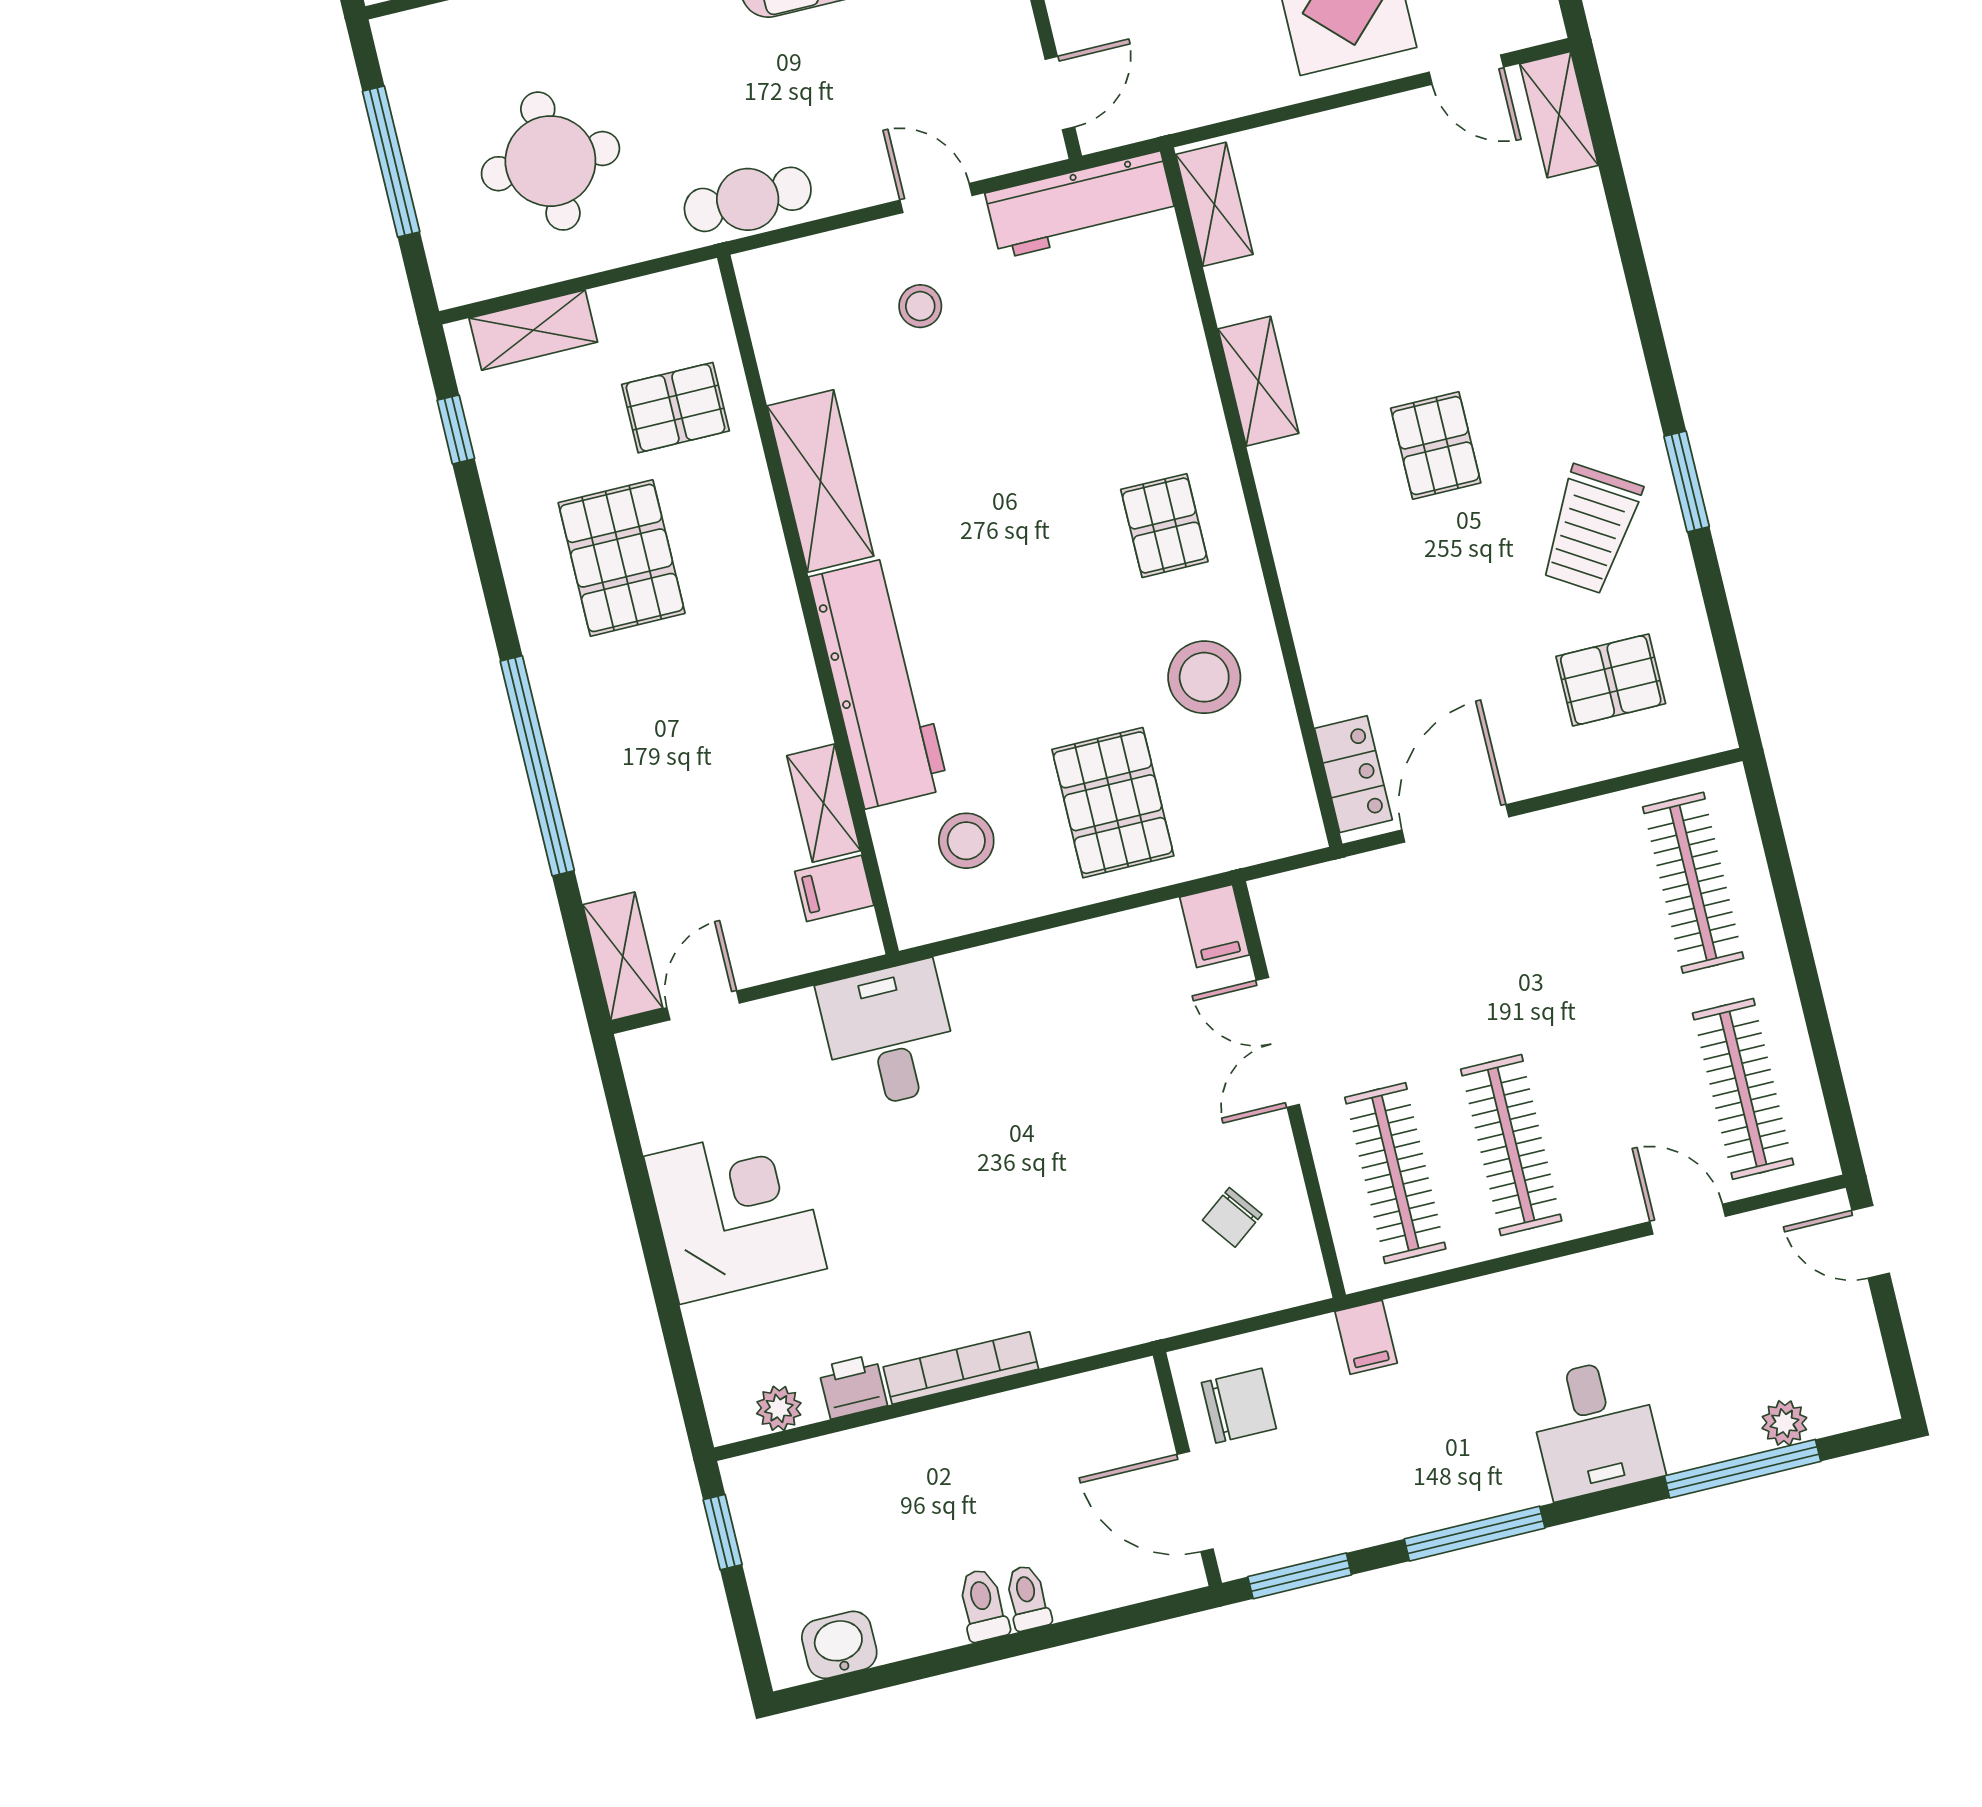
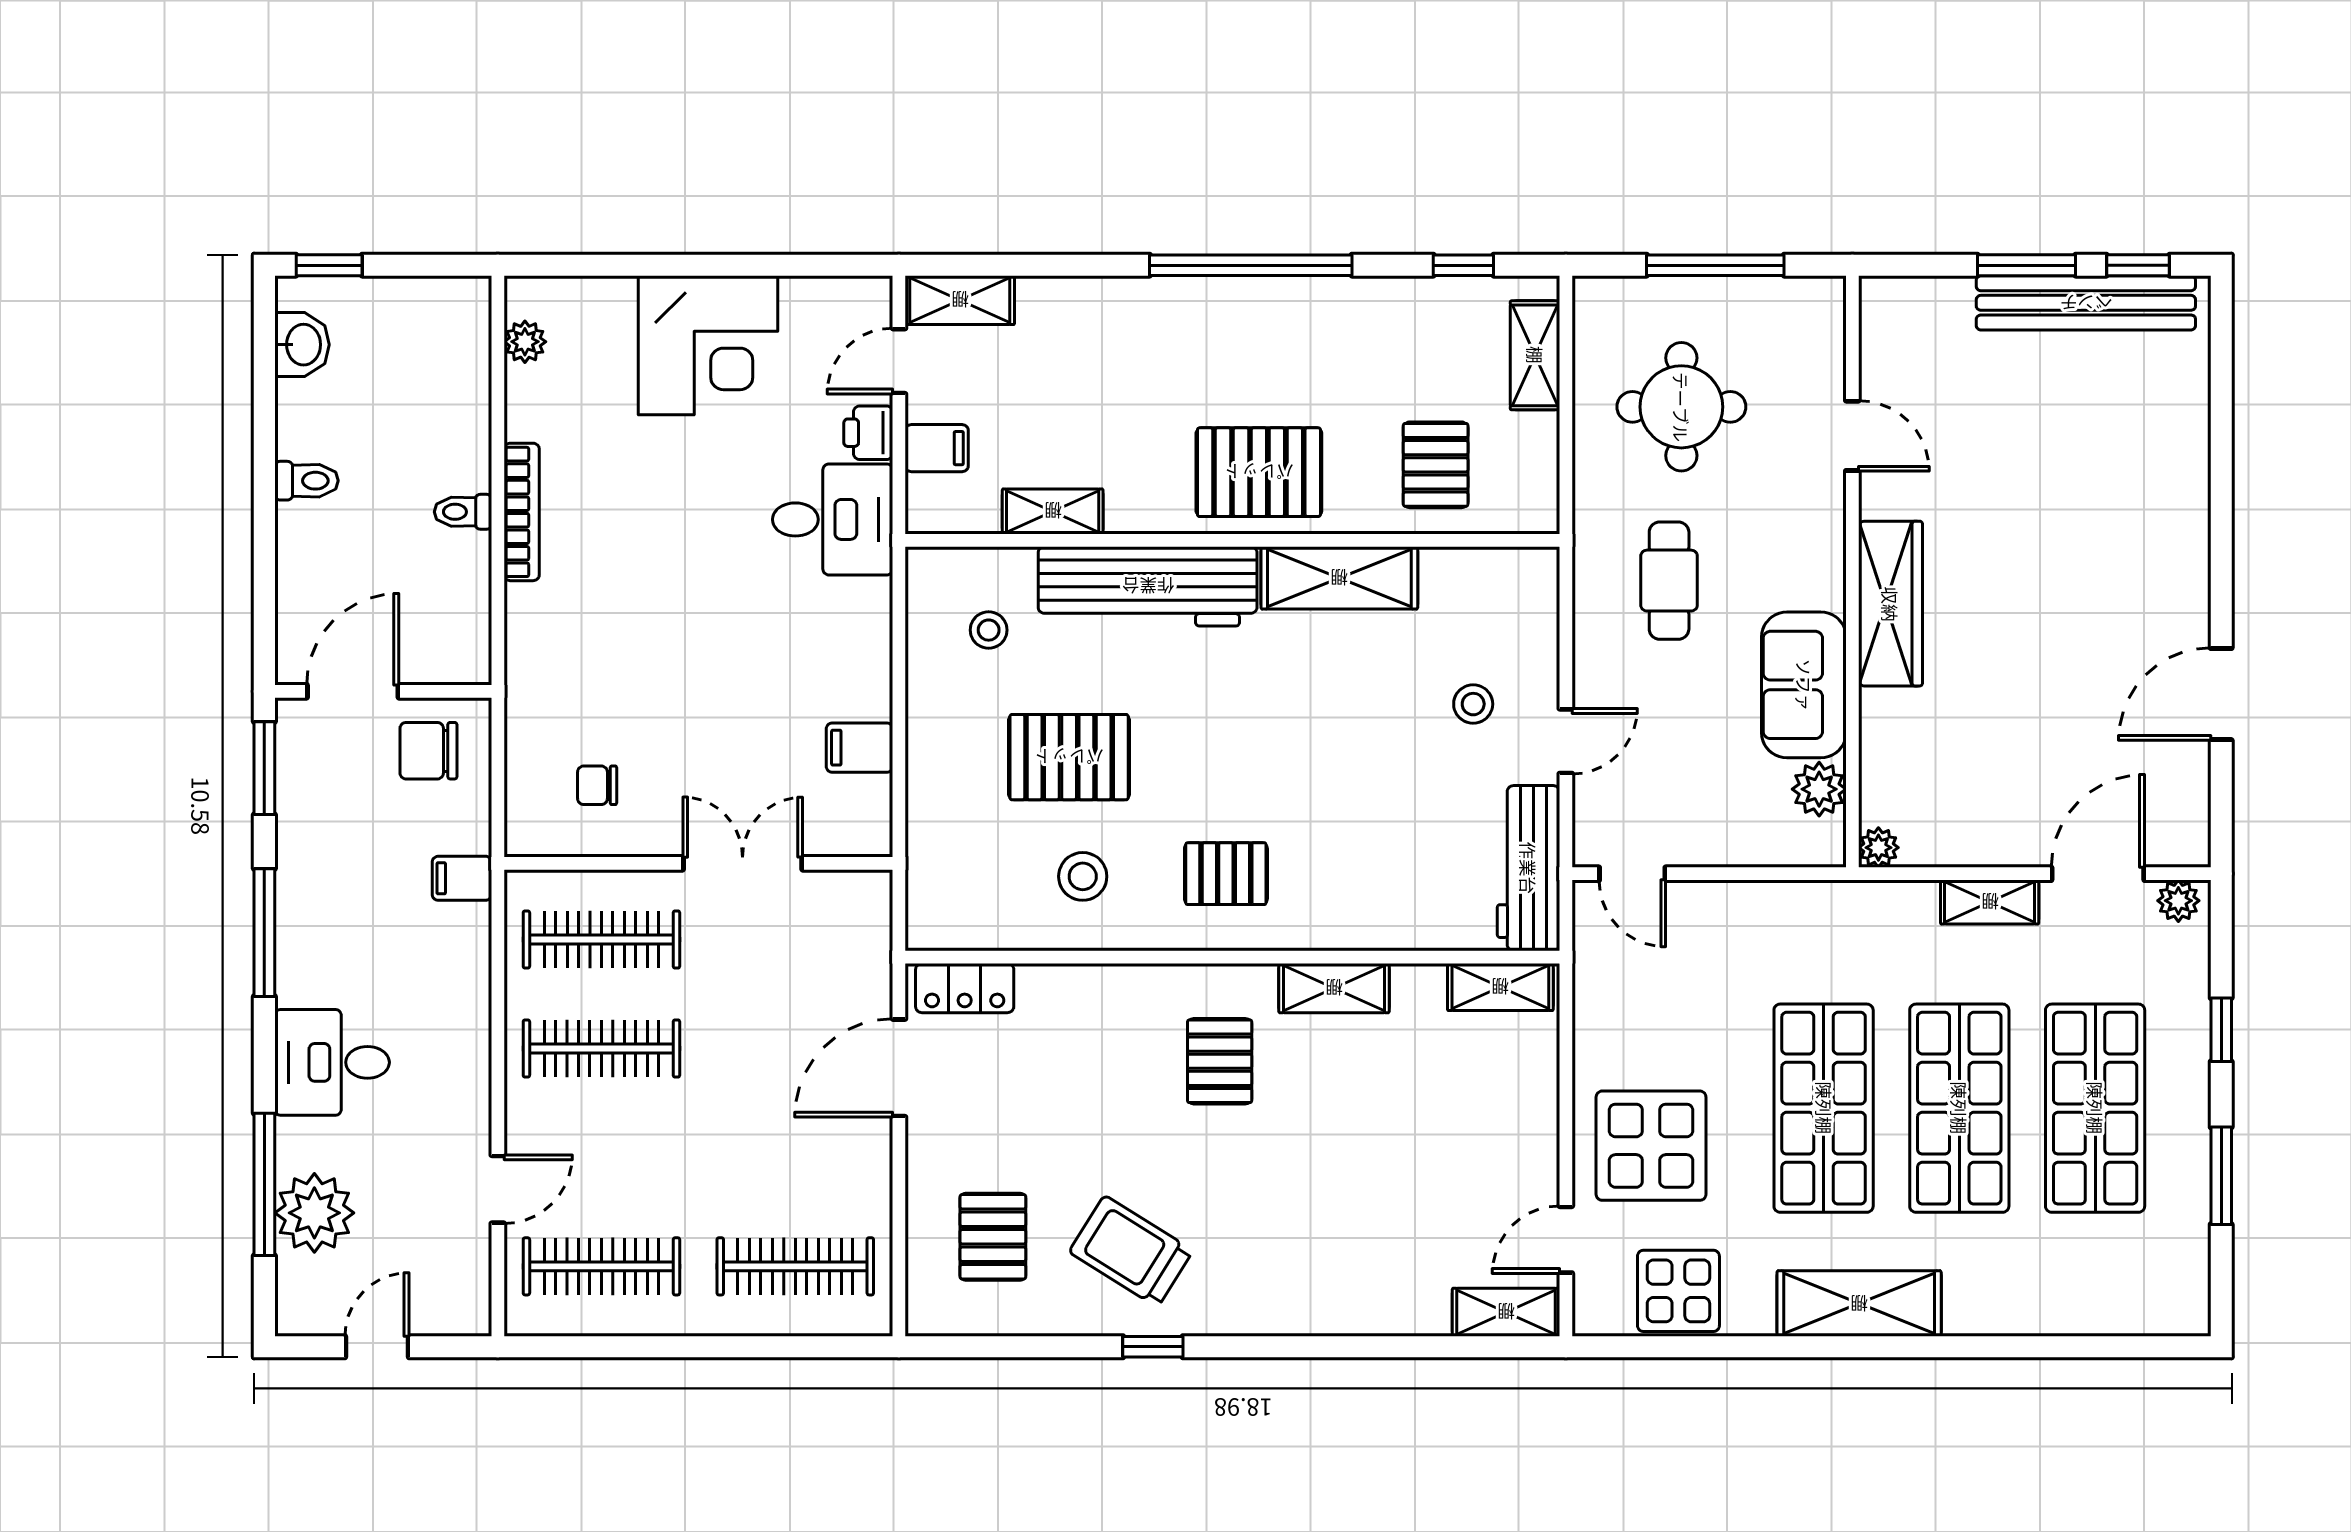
cafe table: (748, 199) -> (1669, 581), moved
pallet: (1436, 446) -> (1220, 1061), moved, turned 90
window: (1687, 481) -> (1153, 1347), width x0.67
pallet: (622, 558) -> (1259, 472), moved
stool: (1204, 677) -> (1083, 876), width x0.73, depth x0.73
window: (537, 766) -> (1251, 265), moved
pallet: (1113, 803) -> (1069, 757), moved
door: (1455, 823) -> (899, 1068), swing flipped
stool: (966, 841) -> (989, 630), width x0.73, depth x0.73
filing cabinet: (834, 888) -> (937, 448), moved, turned 90
filing cabinet: (1215, 926) -> (860, 748), moved
door: (703, 1005) -> (899, 361), swing flipped
chair: (1232, 1217) -> (597, 785), turned -53
door: (1871, 1242) -> (377, 1347), moved
printer: (853, 1386) -> (868, 433), moved, turned 180
chair: (1239, 1406) -> (429, 751), turned 90
plant: (1784, 1423) -> (314, 1213), width x1.88, depth x1.88
window: (723, 1532) -> (329, 265), moved
toilet: (1028, 1598) -> (463, 512), moved, turned 180

